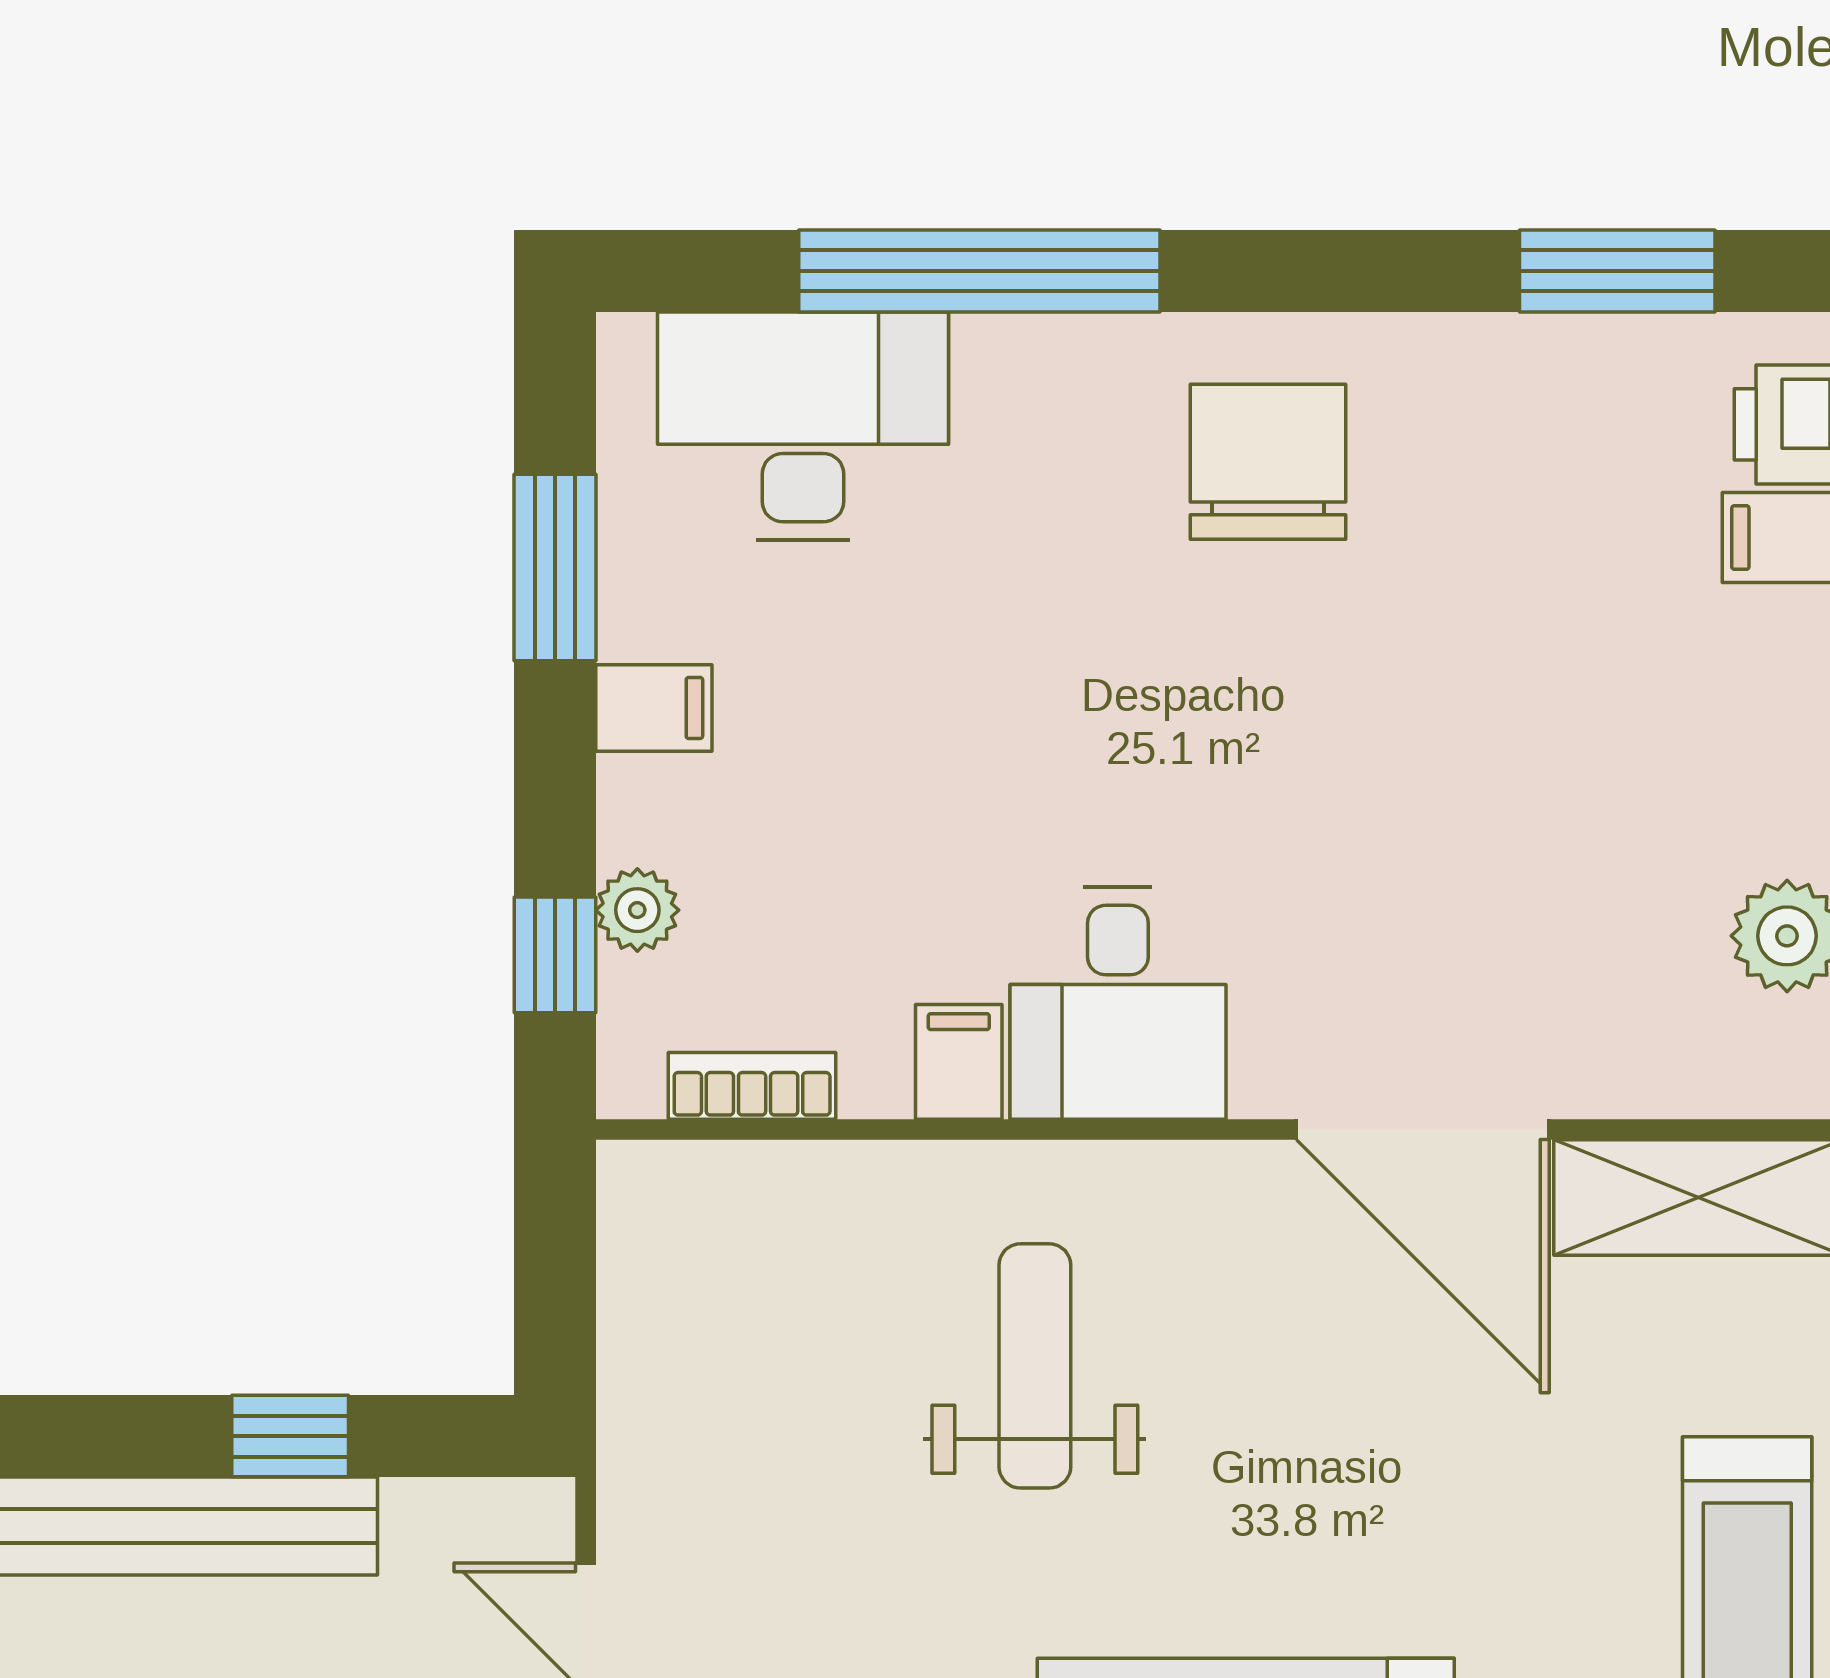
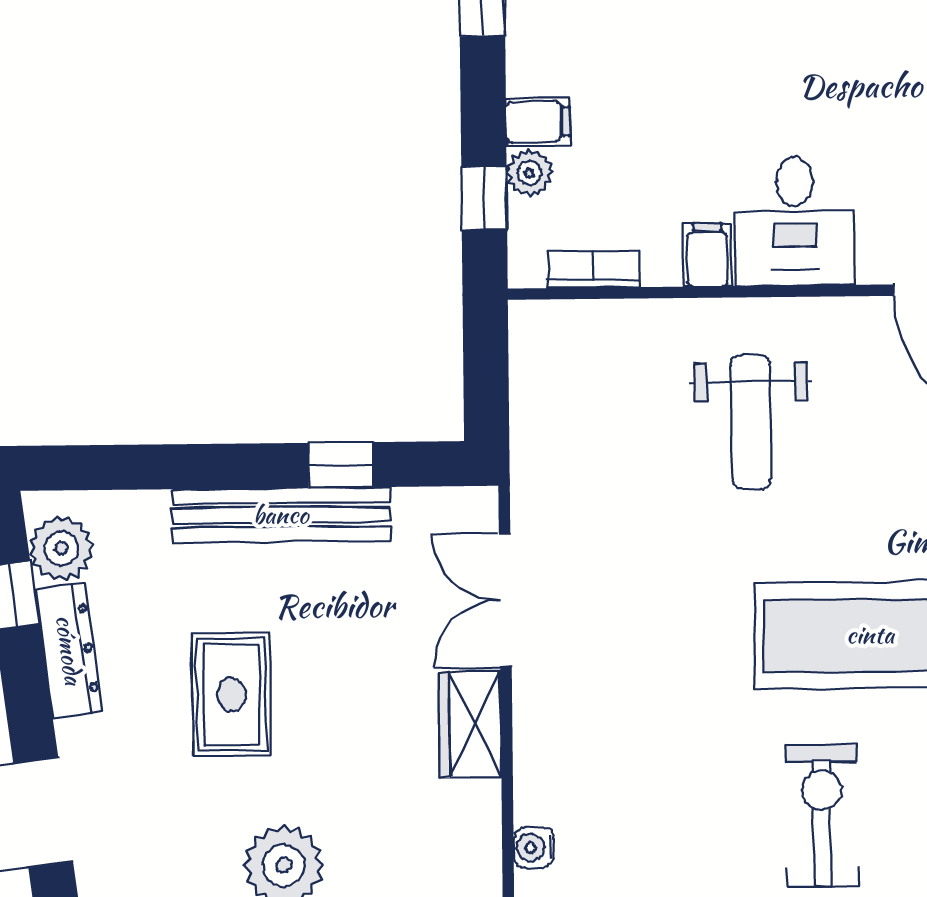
filing cabinet: (654, 708) -> (538, 122), moved
weight bench: (1035, 1366) -> (751, 422), turned 180

